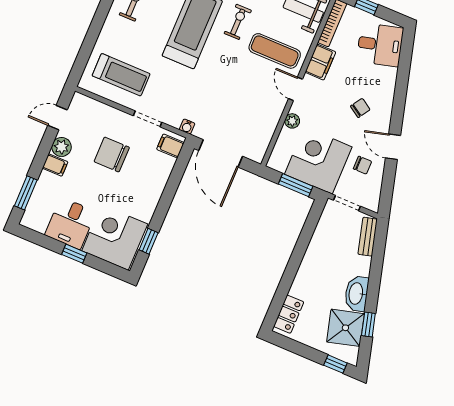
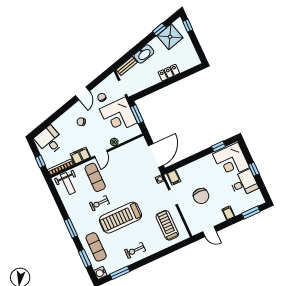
plant: (62, 147) -> (219, 218), removed
washbasin: (356, 294) -> (144, 54), moved
locker: (289, 314) -> (169, 73), moved

